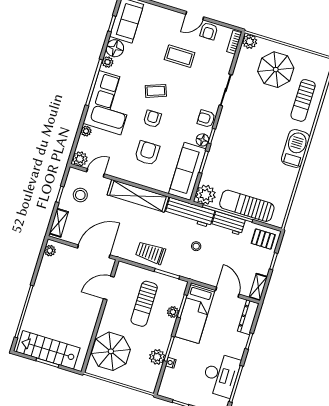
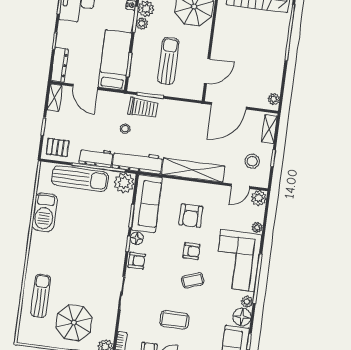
armchair: (152, 119) -> (192, 251), turned -90
barbecue: (296, 148) -> (45, 212), moved
trolley: (151, 253) -> (143, 108), moved
plant: (173, 312) -> (142, 24), moved

